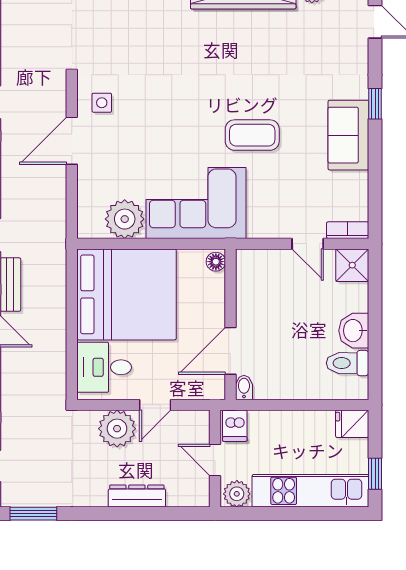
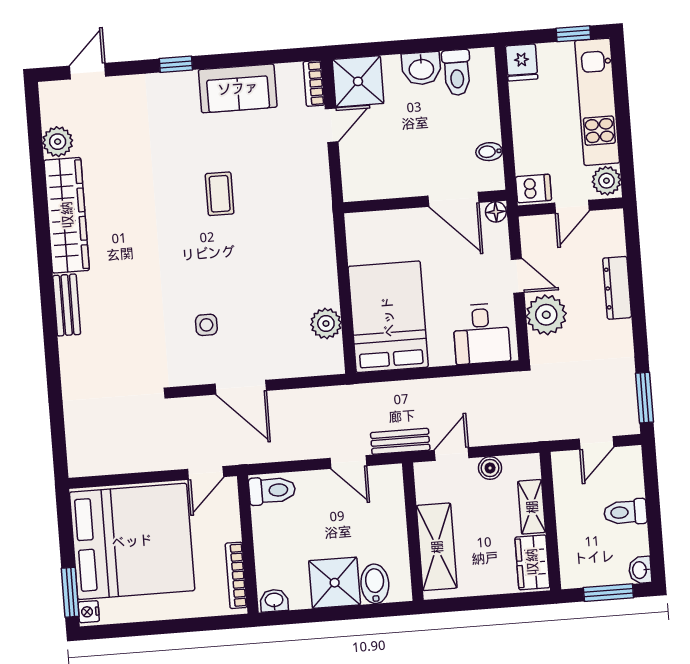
side table: (102, 103) -> (206, 325), moved
coffee table: (252, 135) -> (220, 194), width x0.73, depth x0.77
sofa: (348, 135) -> (238, 88), moved
corner sofa: (196, 203) -> (297, 249), removed
plant: (125, 219) -> (326, 323), width x0.73, depth x0.73
floor lamp: (216, 262) -> (496, 212), moved
shower: (352, 265) -> (358, 81), width x1.36, depth x1.36
bed: (127, 294) -> (388, 317), width x0.73
bidet: (244, 387) -> (489, 152), moved

